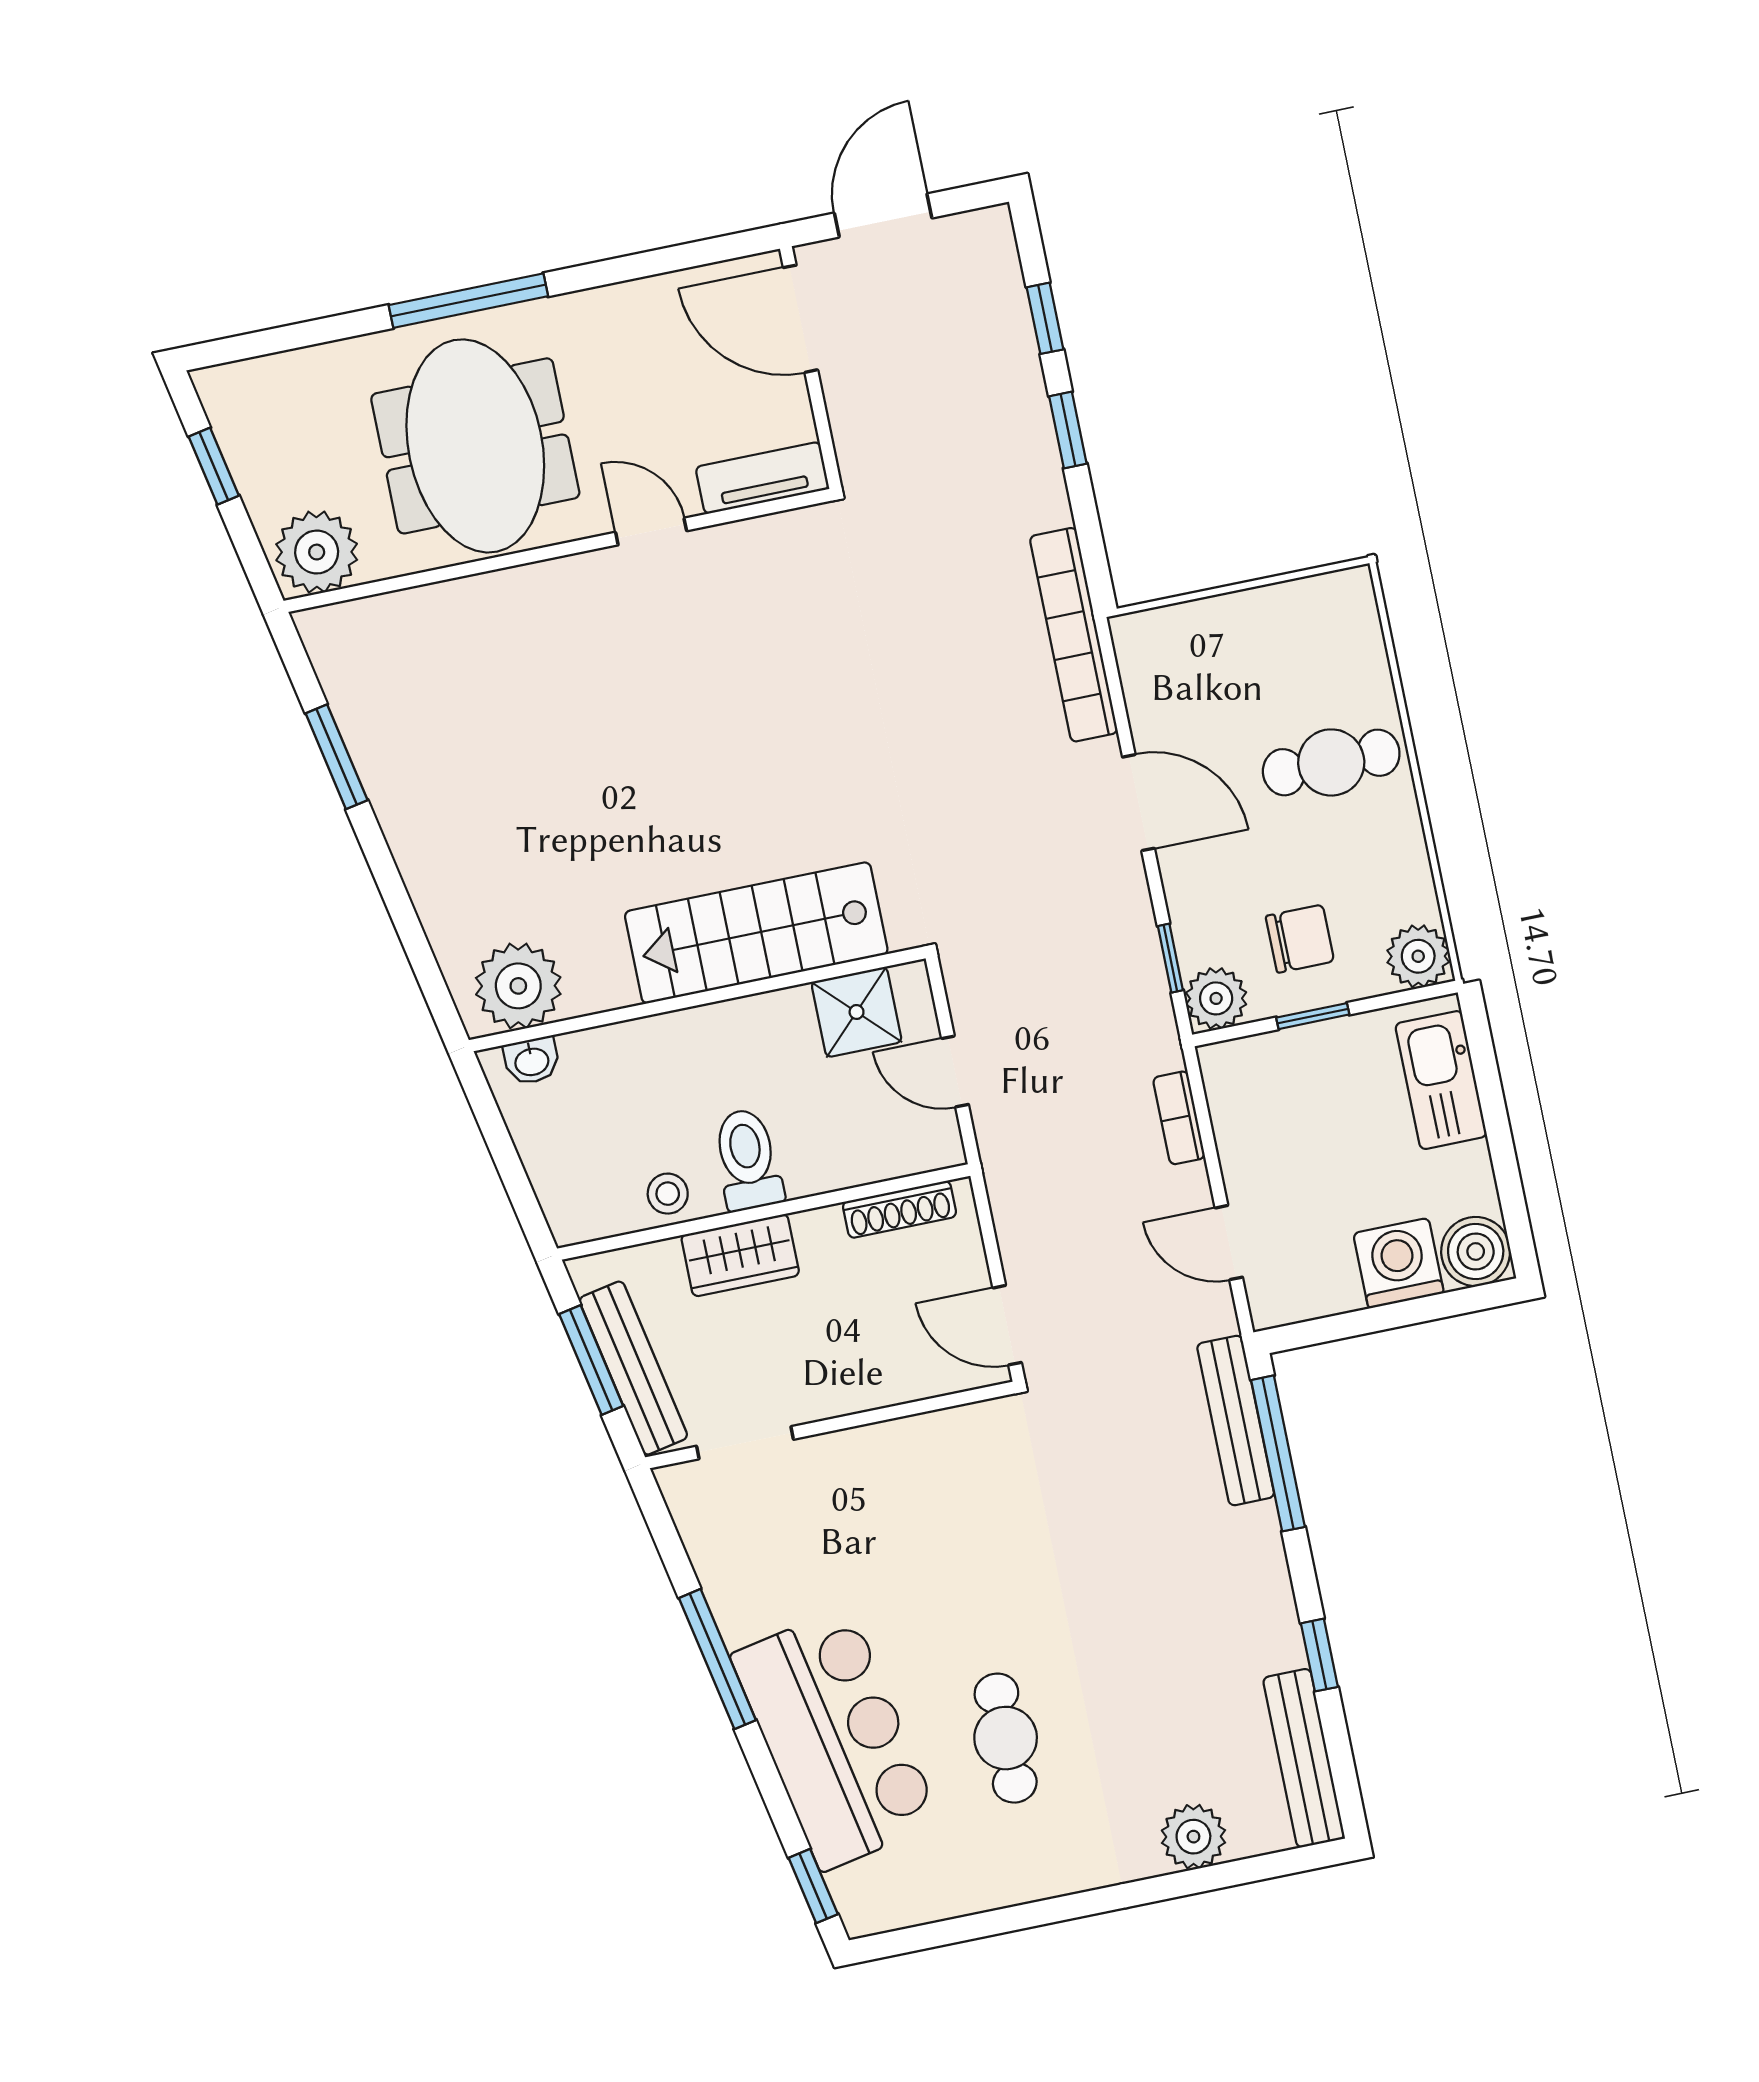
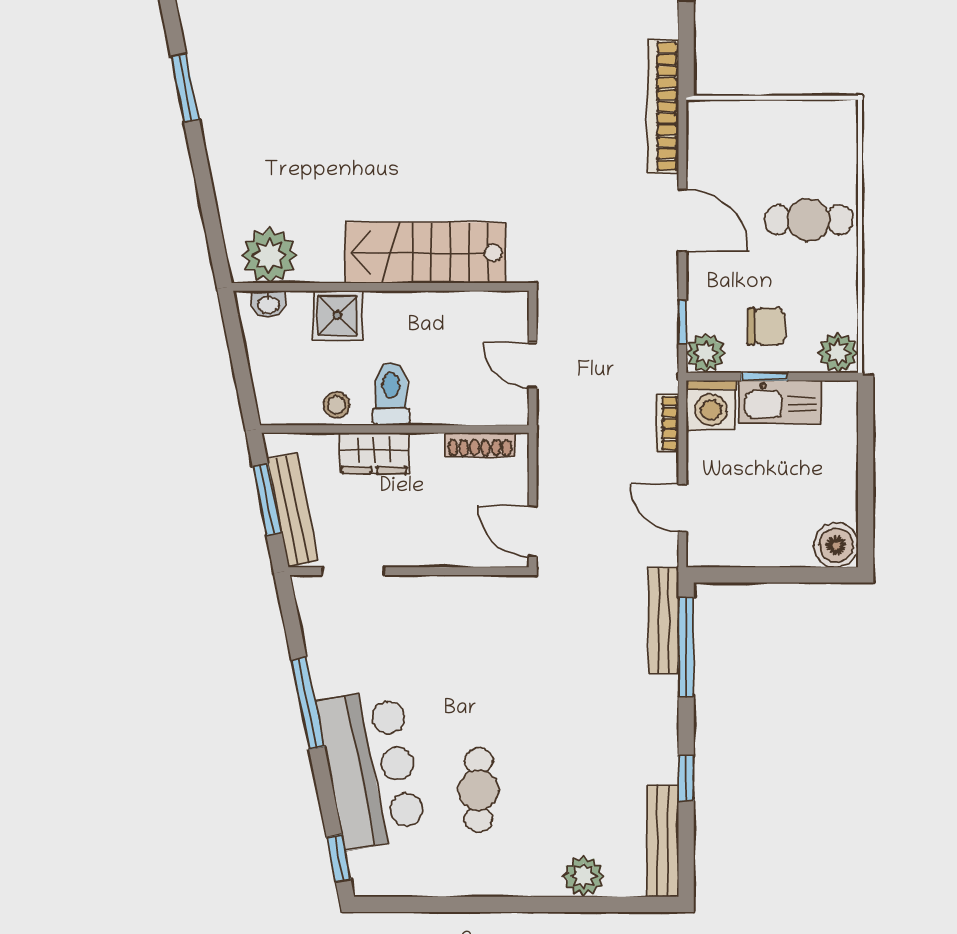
shower: (857, 1012) -> (337, 315), moved
kitchen sink: (1441, 1080) -> (780, 402), moved, turned -90
washing machine: (1399, 1263) -> (711, 405), moved, turned 180

